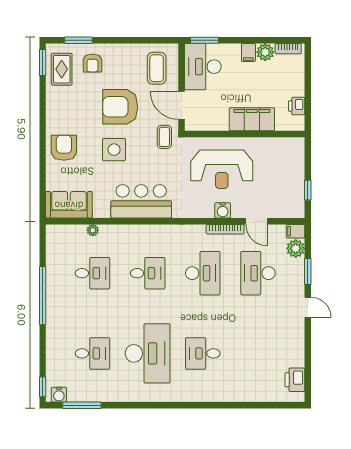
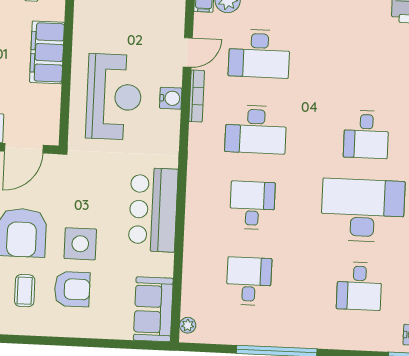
coffee table: (164, 137) -> (25, 291), moved, turned 90
armchair: (64, 148) -> (72, 289), moved, turned 180
plant: (93, 230) -> (188, 325), moved
desk: (203, 273) -> (256, 129), turned 180
desk: (93, 353) -> (359, 286), turned 180

